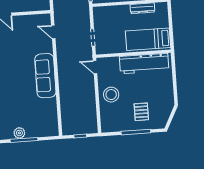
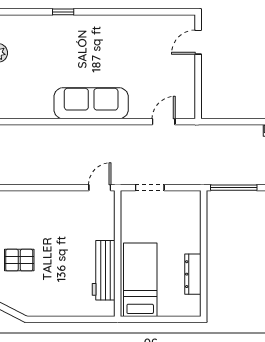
workbench: (144, 63) -> (104, 270), width x0.73, depth x0.76
stool: (111, 95) -> (52, 211), removed

